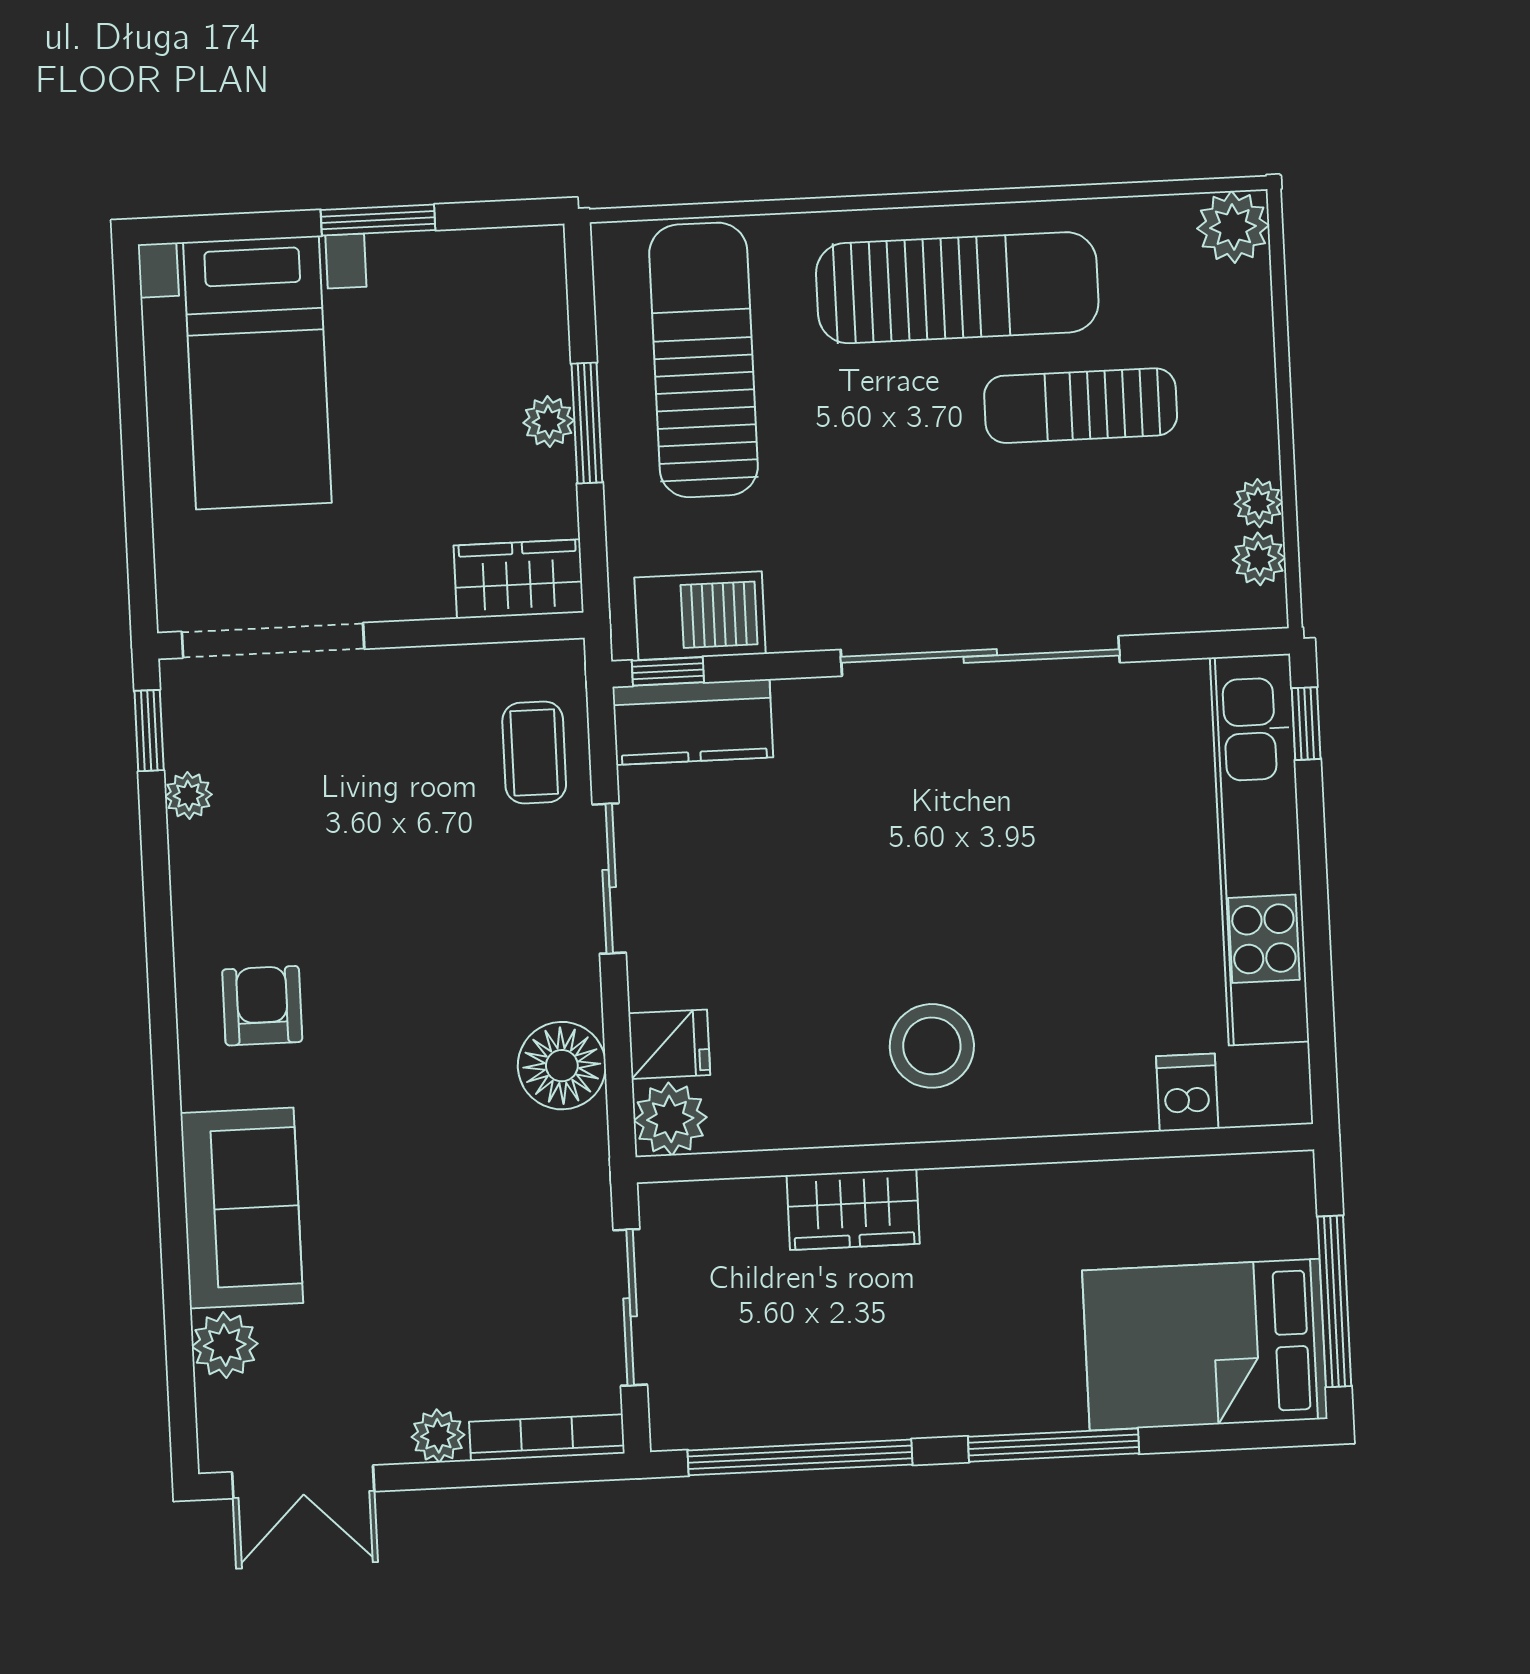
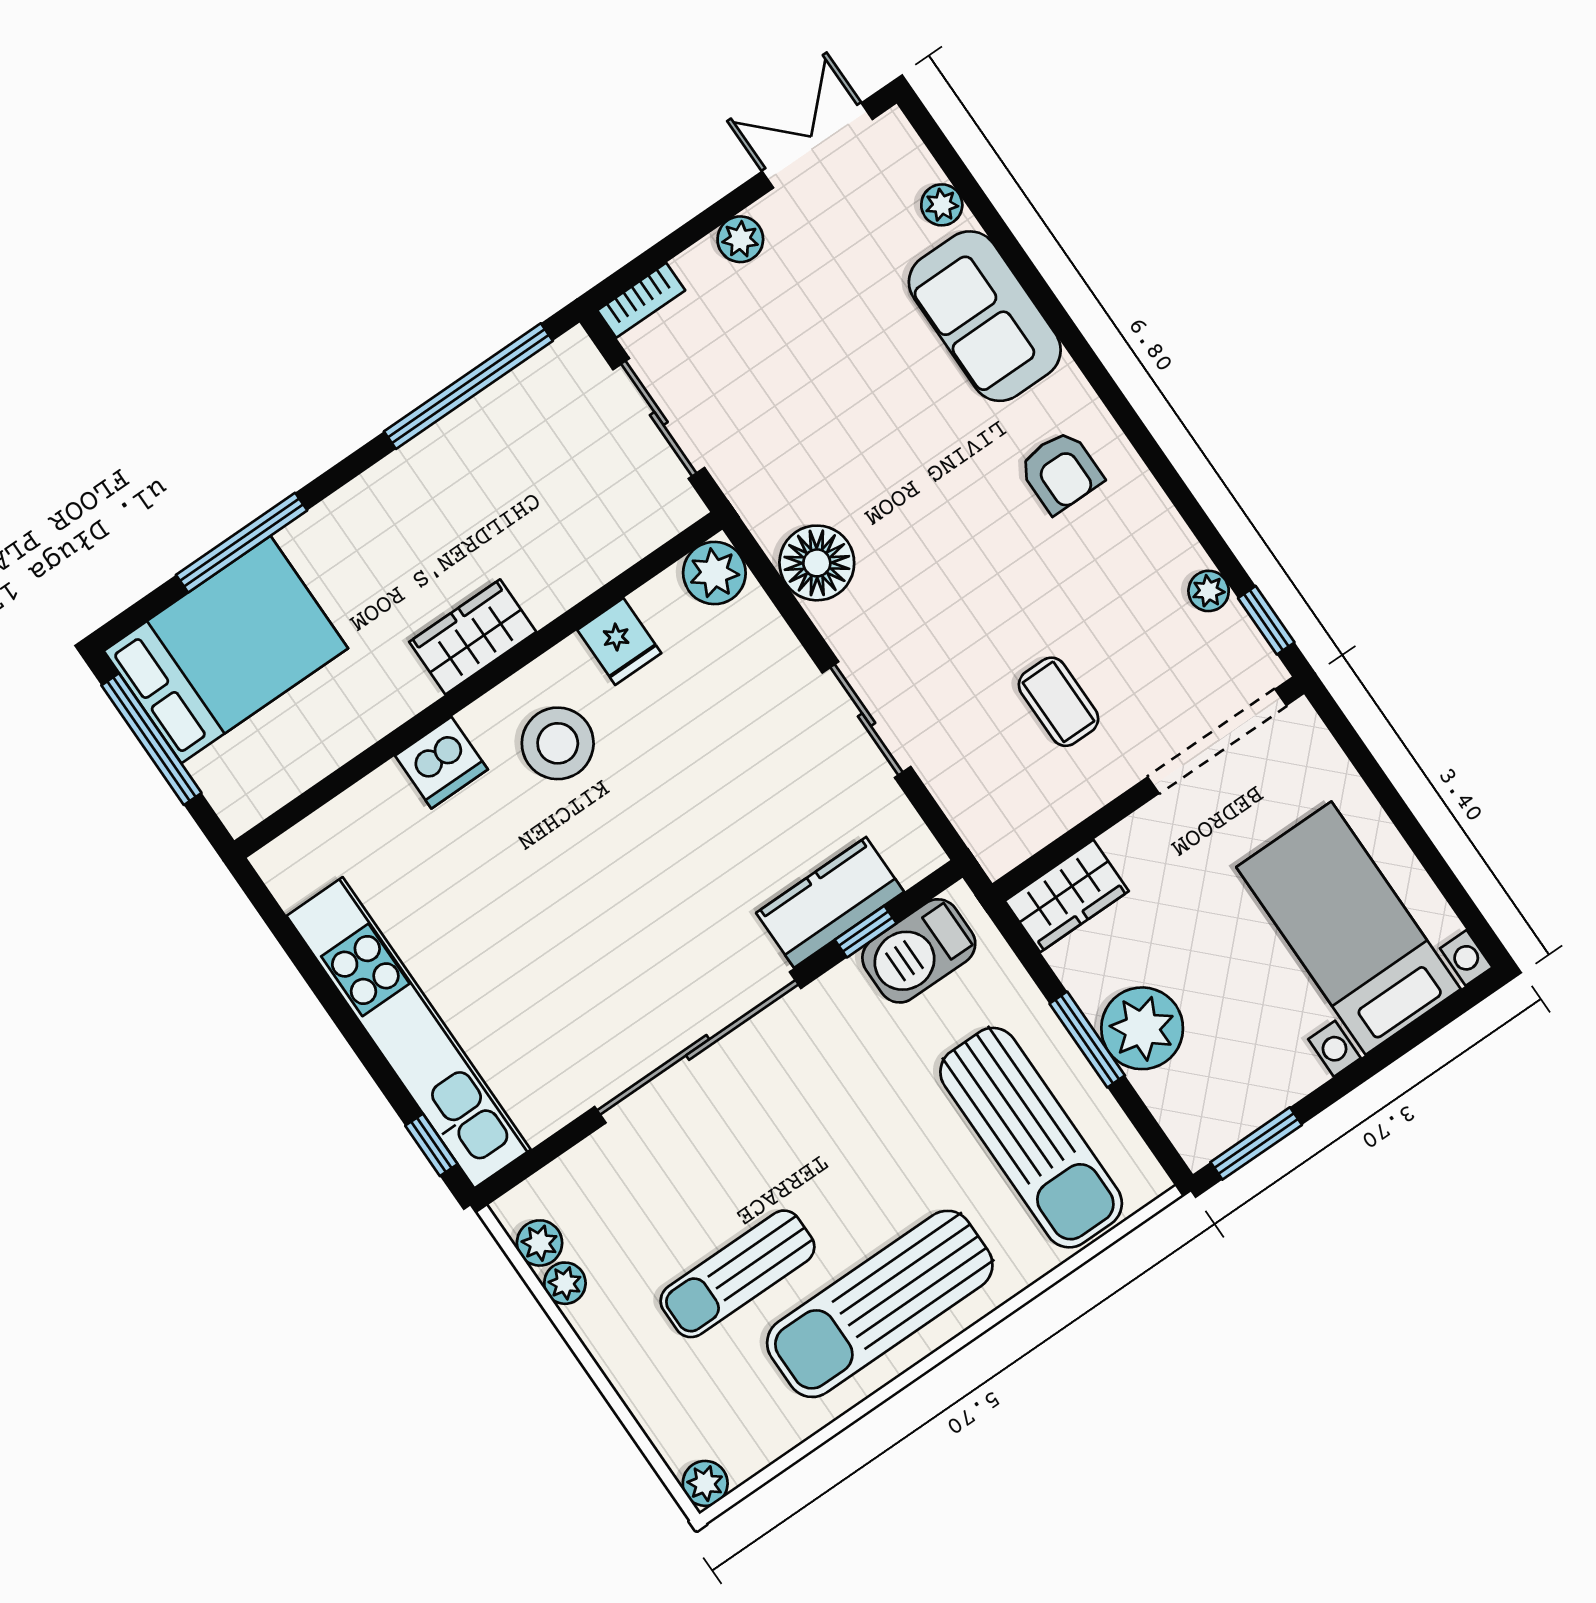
window: (378, 220) -> (1256, 1143), moved
plant: (1233, 227) -> (705, 1483), width x0.73, depth x0.73
sun lounger: (1081, 406) -> (738, 1274), turned 180
plant: (549, 422) -> (1142, 1028), width x1.87, depth x1.87
window: (668, 671) -> (866, 932), moved
kitchen counter: (693, 722) -> (830, 902), moved
coffee table: (534, 752) -> (1059, 702), moved
fridge: (669, 1044) -> (619, 641), moved, turned -90
dishwasher: (1187, 1093) -> (441, 763), moved, width x1.38
wardrobe: (853, 1209) -> (473, 637), moved
plant: (225, 1345) -> (942, 205), width x0.73, depth x0.73
bookcase: (547, 1438) -> (641, 300), width x0.64
window: (1054, 1445) -> (242, 543), moved

